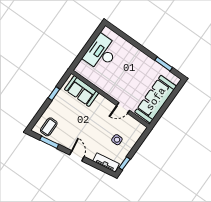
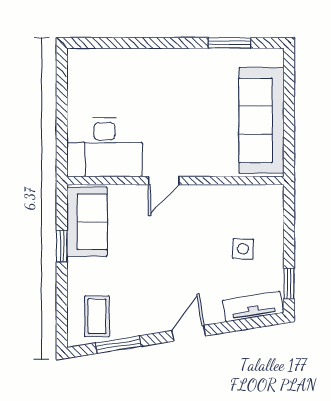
desk: (101, 53) -> (104, 147), moved, turned -90
sofa: (82, 91) -> (87, 222), moved, turned -90
door: (123, 108) -> (164, 181), moved
door: (77, 156) -> (189, 333), hinge flipped

